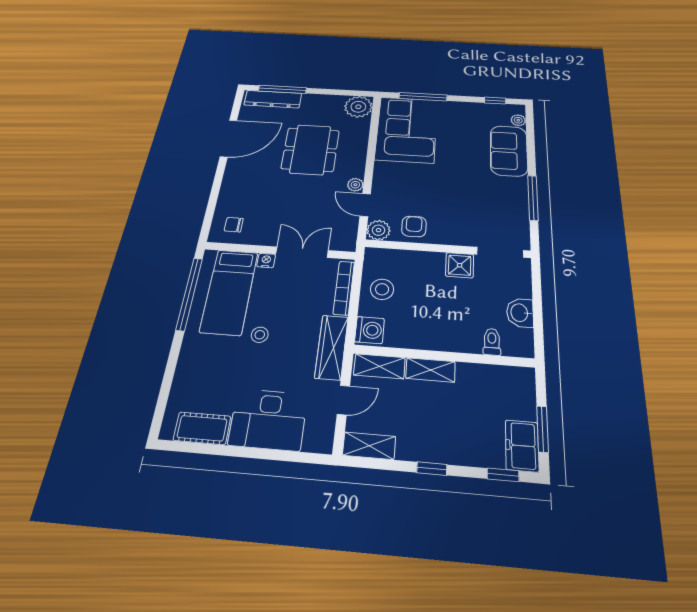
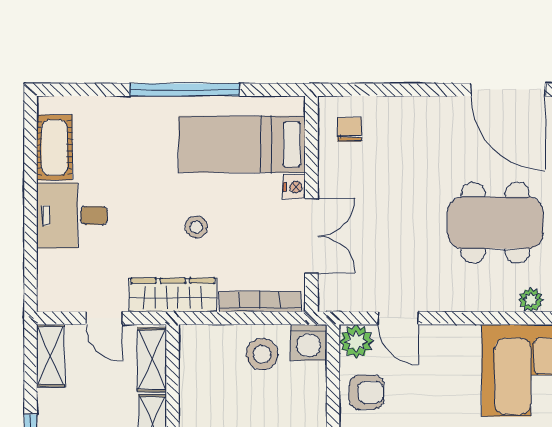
plant: (355, 185) -> (531, 300), moved
door: (365, 205) -> (398, 318), swing flipped
window: (189, 294) -> (185, 90), moved
washing machine: (370, 330) -> (309, 342), moved
stool: (260, 335) -> (196, 227), moved
desk: (268, 419) -> (72, 216), width x0.73

